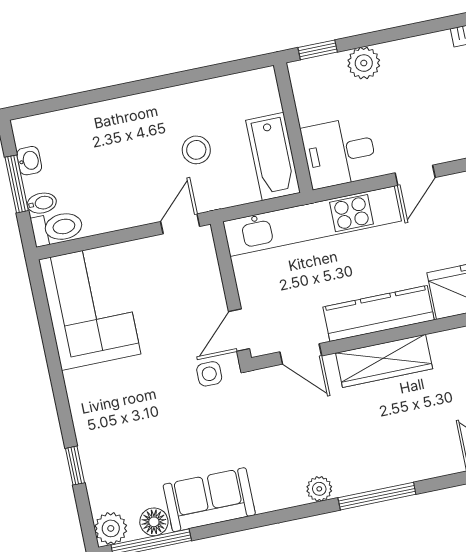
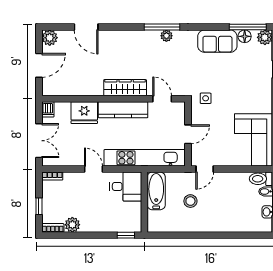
plant: (364, 63) -> (72, 225), moved
door: (415, 175) -> (93, 169), hinge flipped
door: (239, 330) -> (188, 134), moved
window: (377, 496) -> (162, 27), moved

